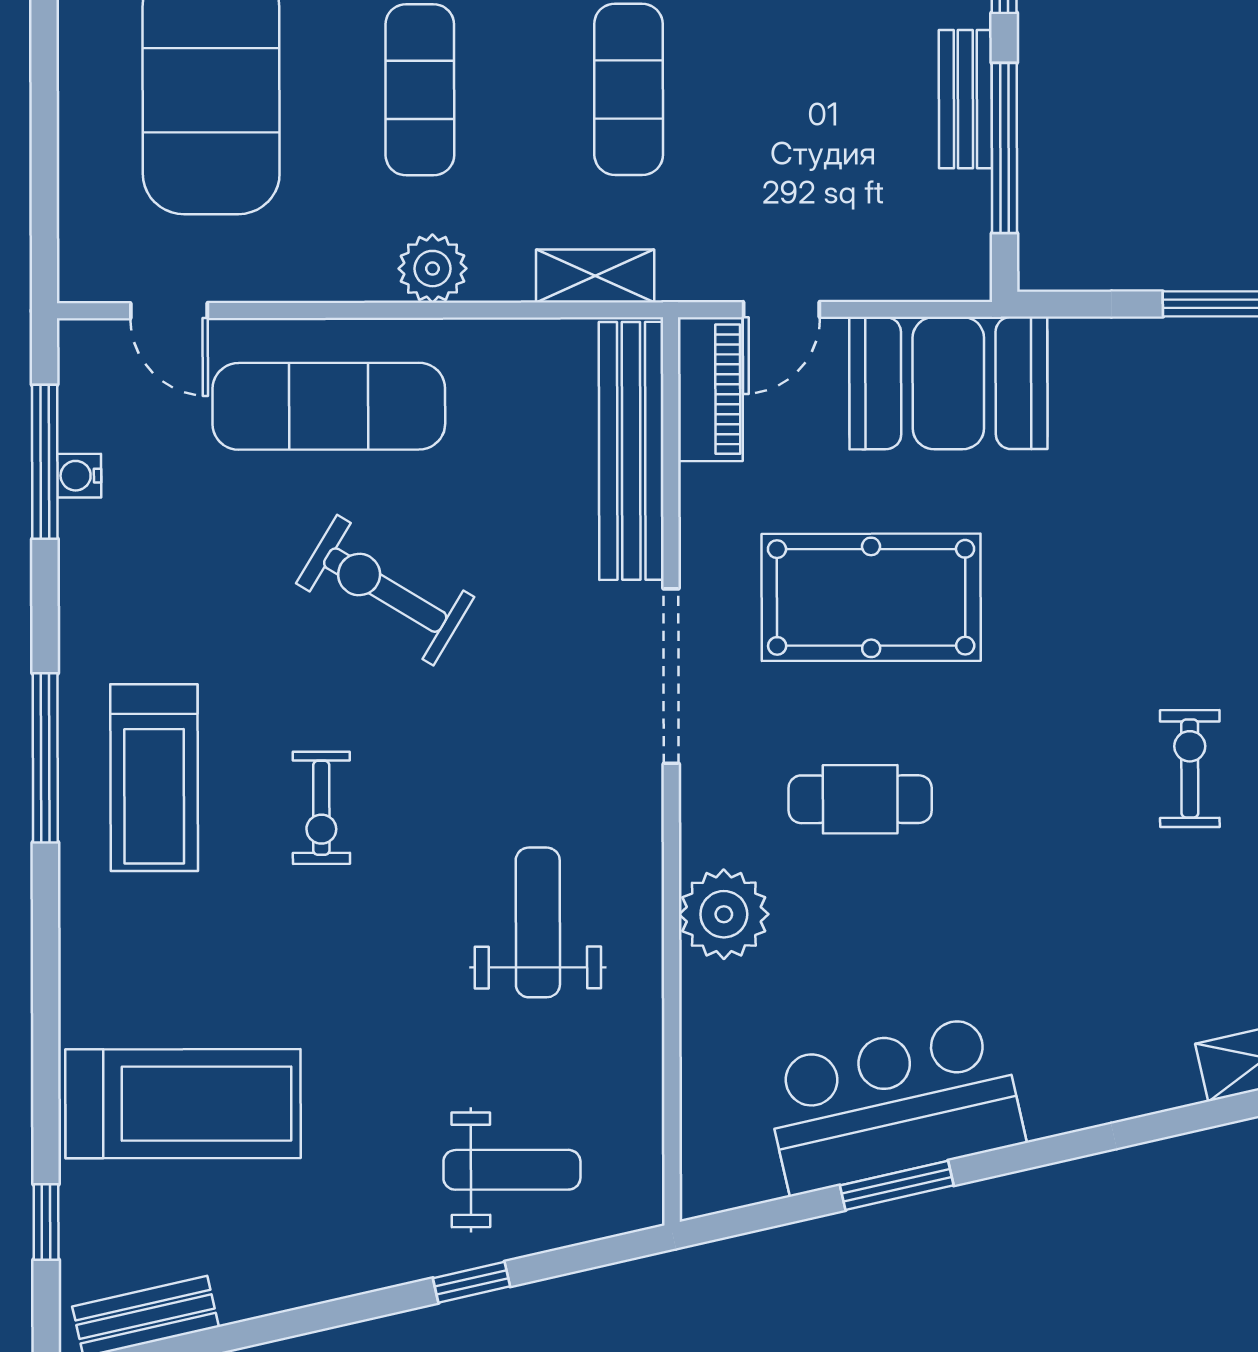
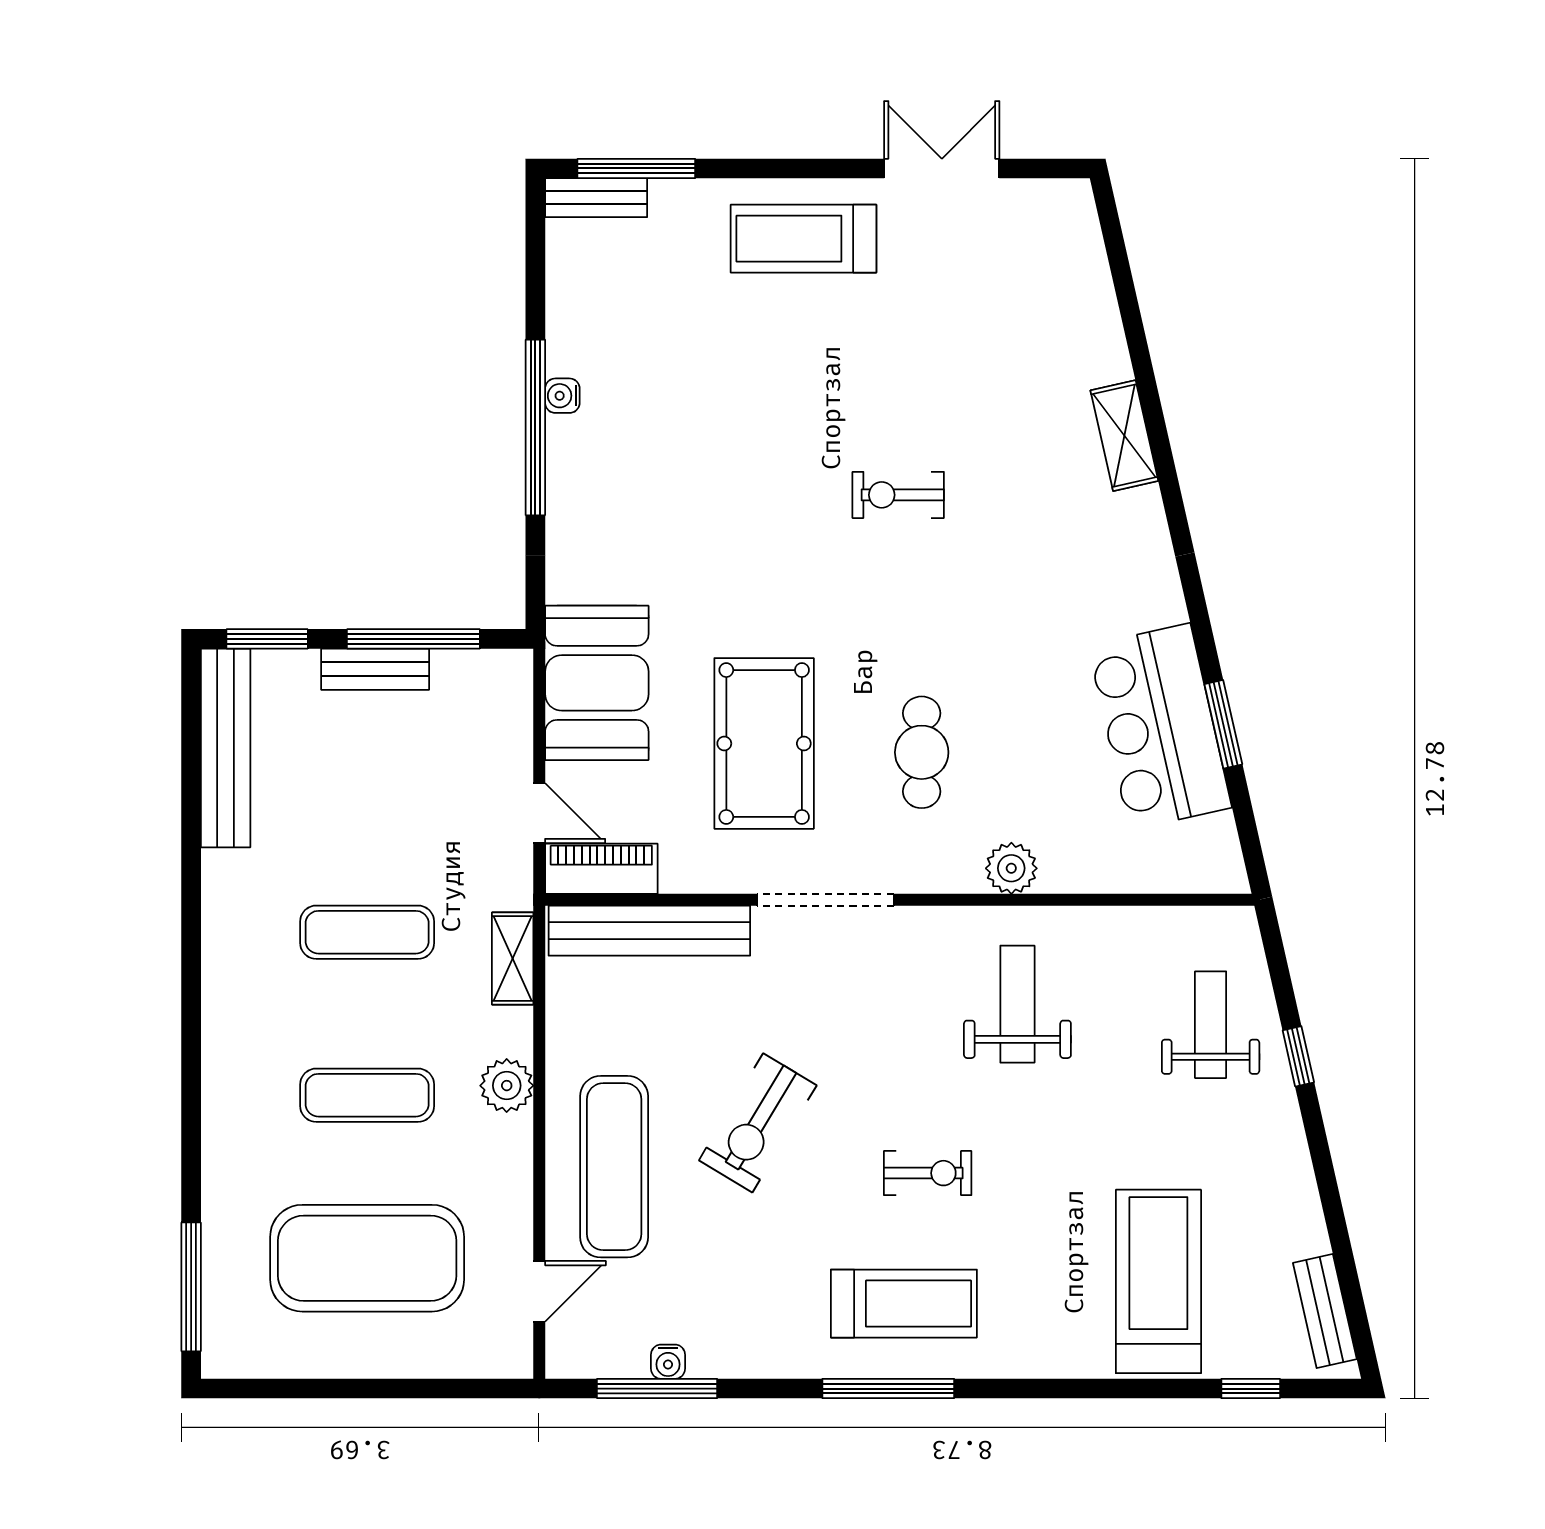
plant: (724, 914) -> (1011, 868), width x0.73, depth x0.73
weight bench: (538, 922) -> (1017, 1004), turned 90

